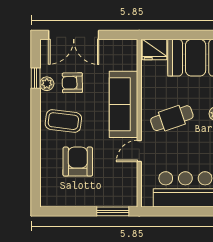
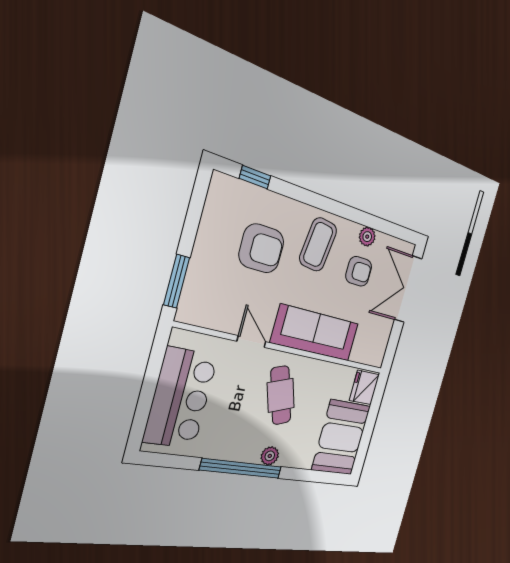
window: (36, 78) -> (255, 177), moved
armchair: (72, 83) -> (359, 271), turned 91

